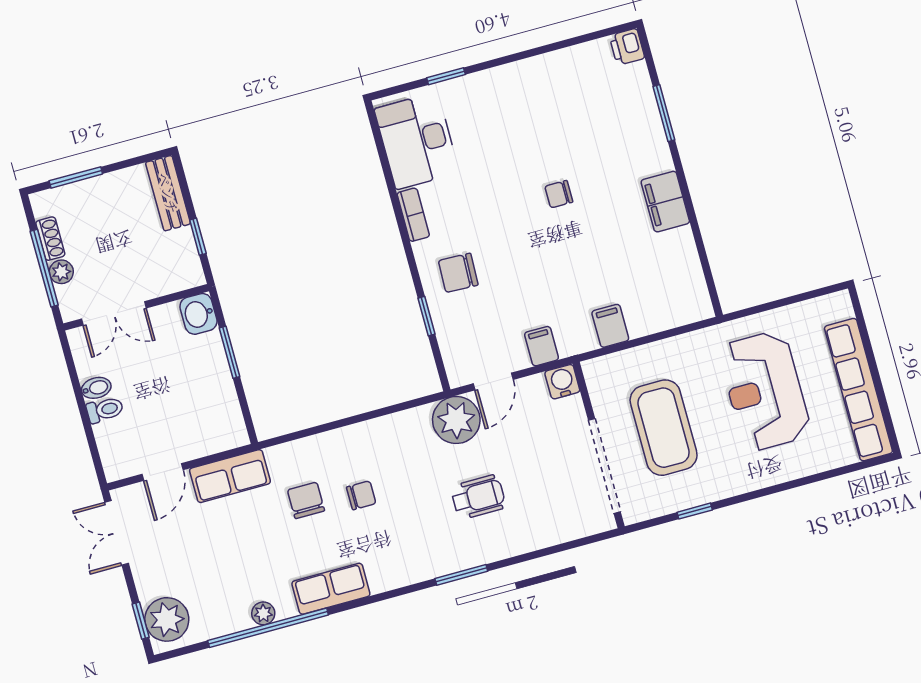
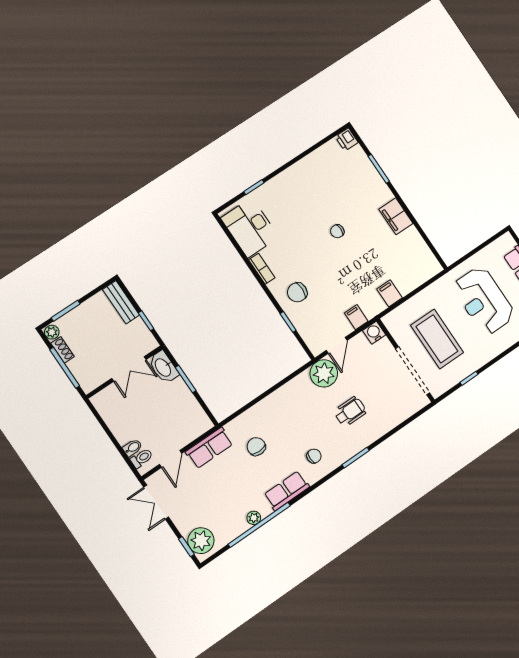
plant: (61, 272) -> (52, 332), moved
double door: (114, 313) -> (129, 369), moved
washbasin: (198, 314) -> (163, 367), width x1.38
bidet: (96, 388) -> (133, 448), moved
toilet: (105, 410) -> (142, 458), moved
chair: (361, 495) -> (314, 456), moved

